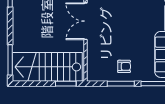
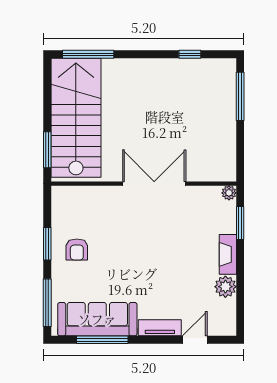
window: (121, 84) -> (47, 244), width x0.69

